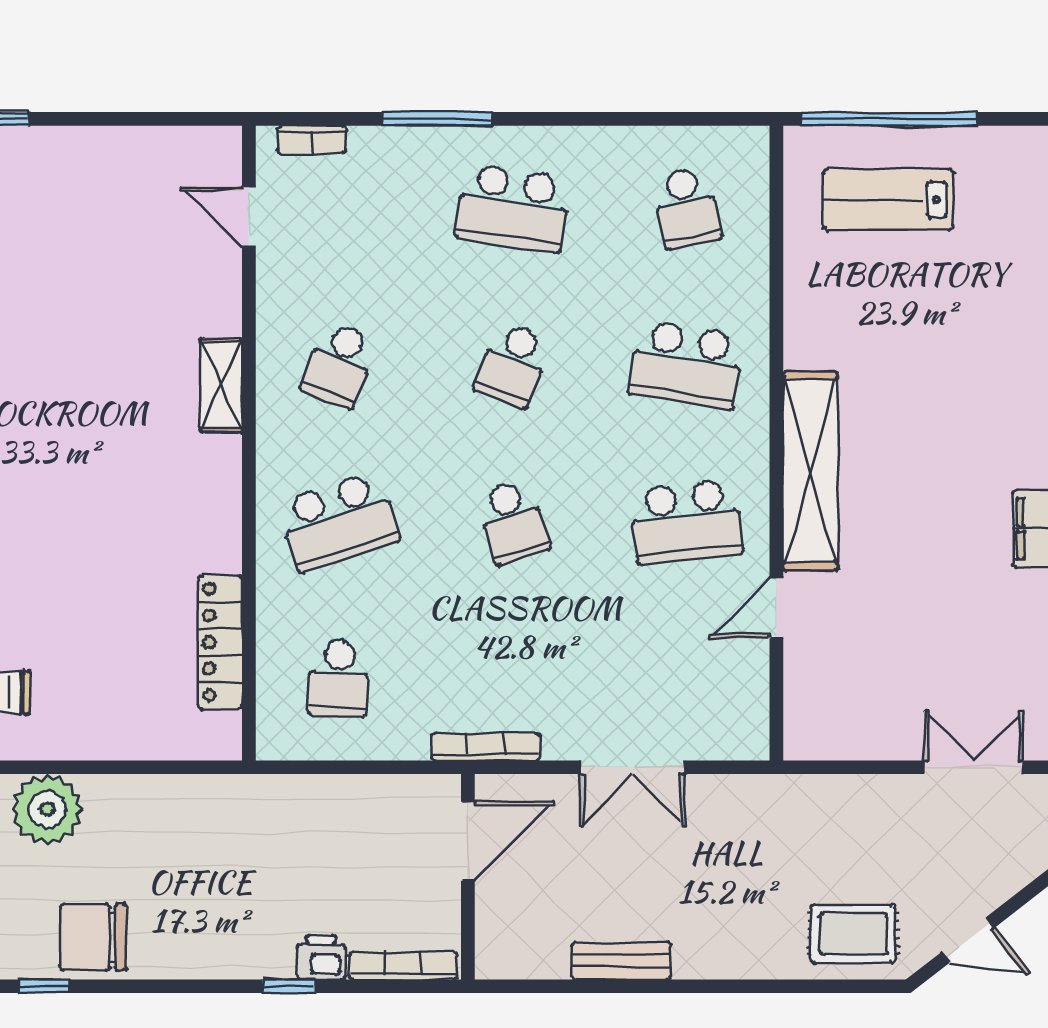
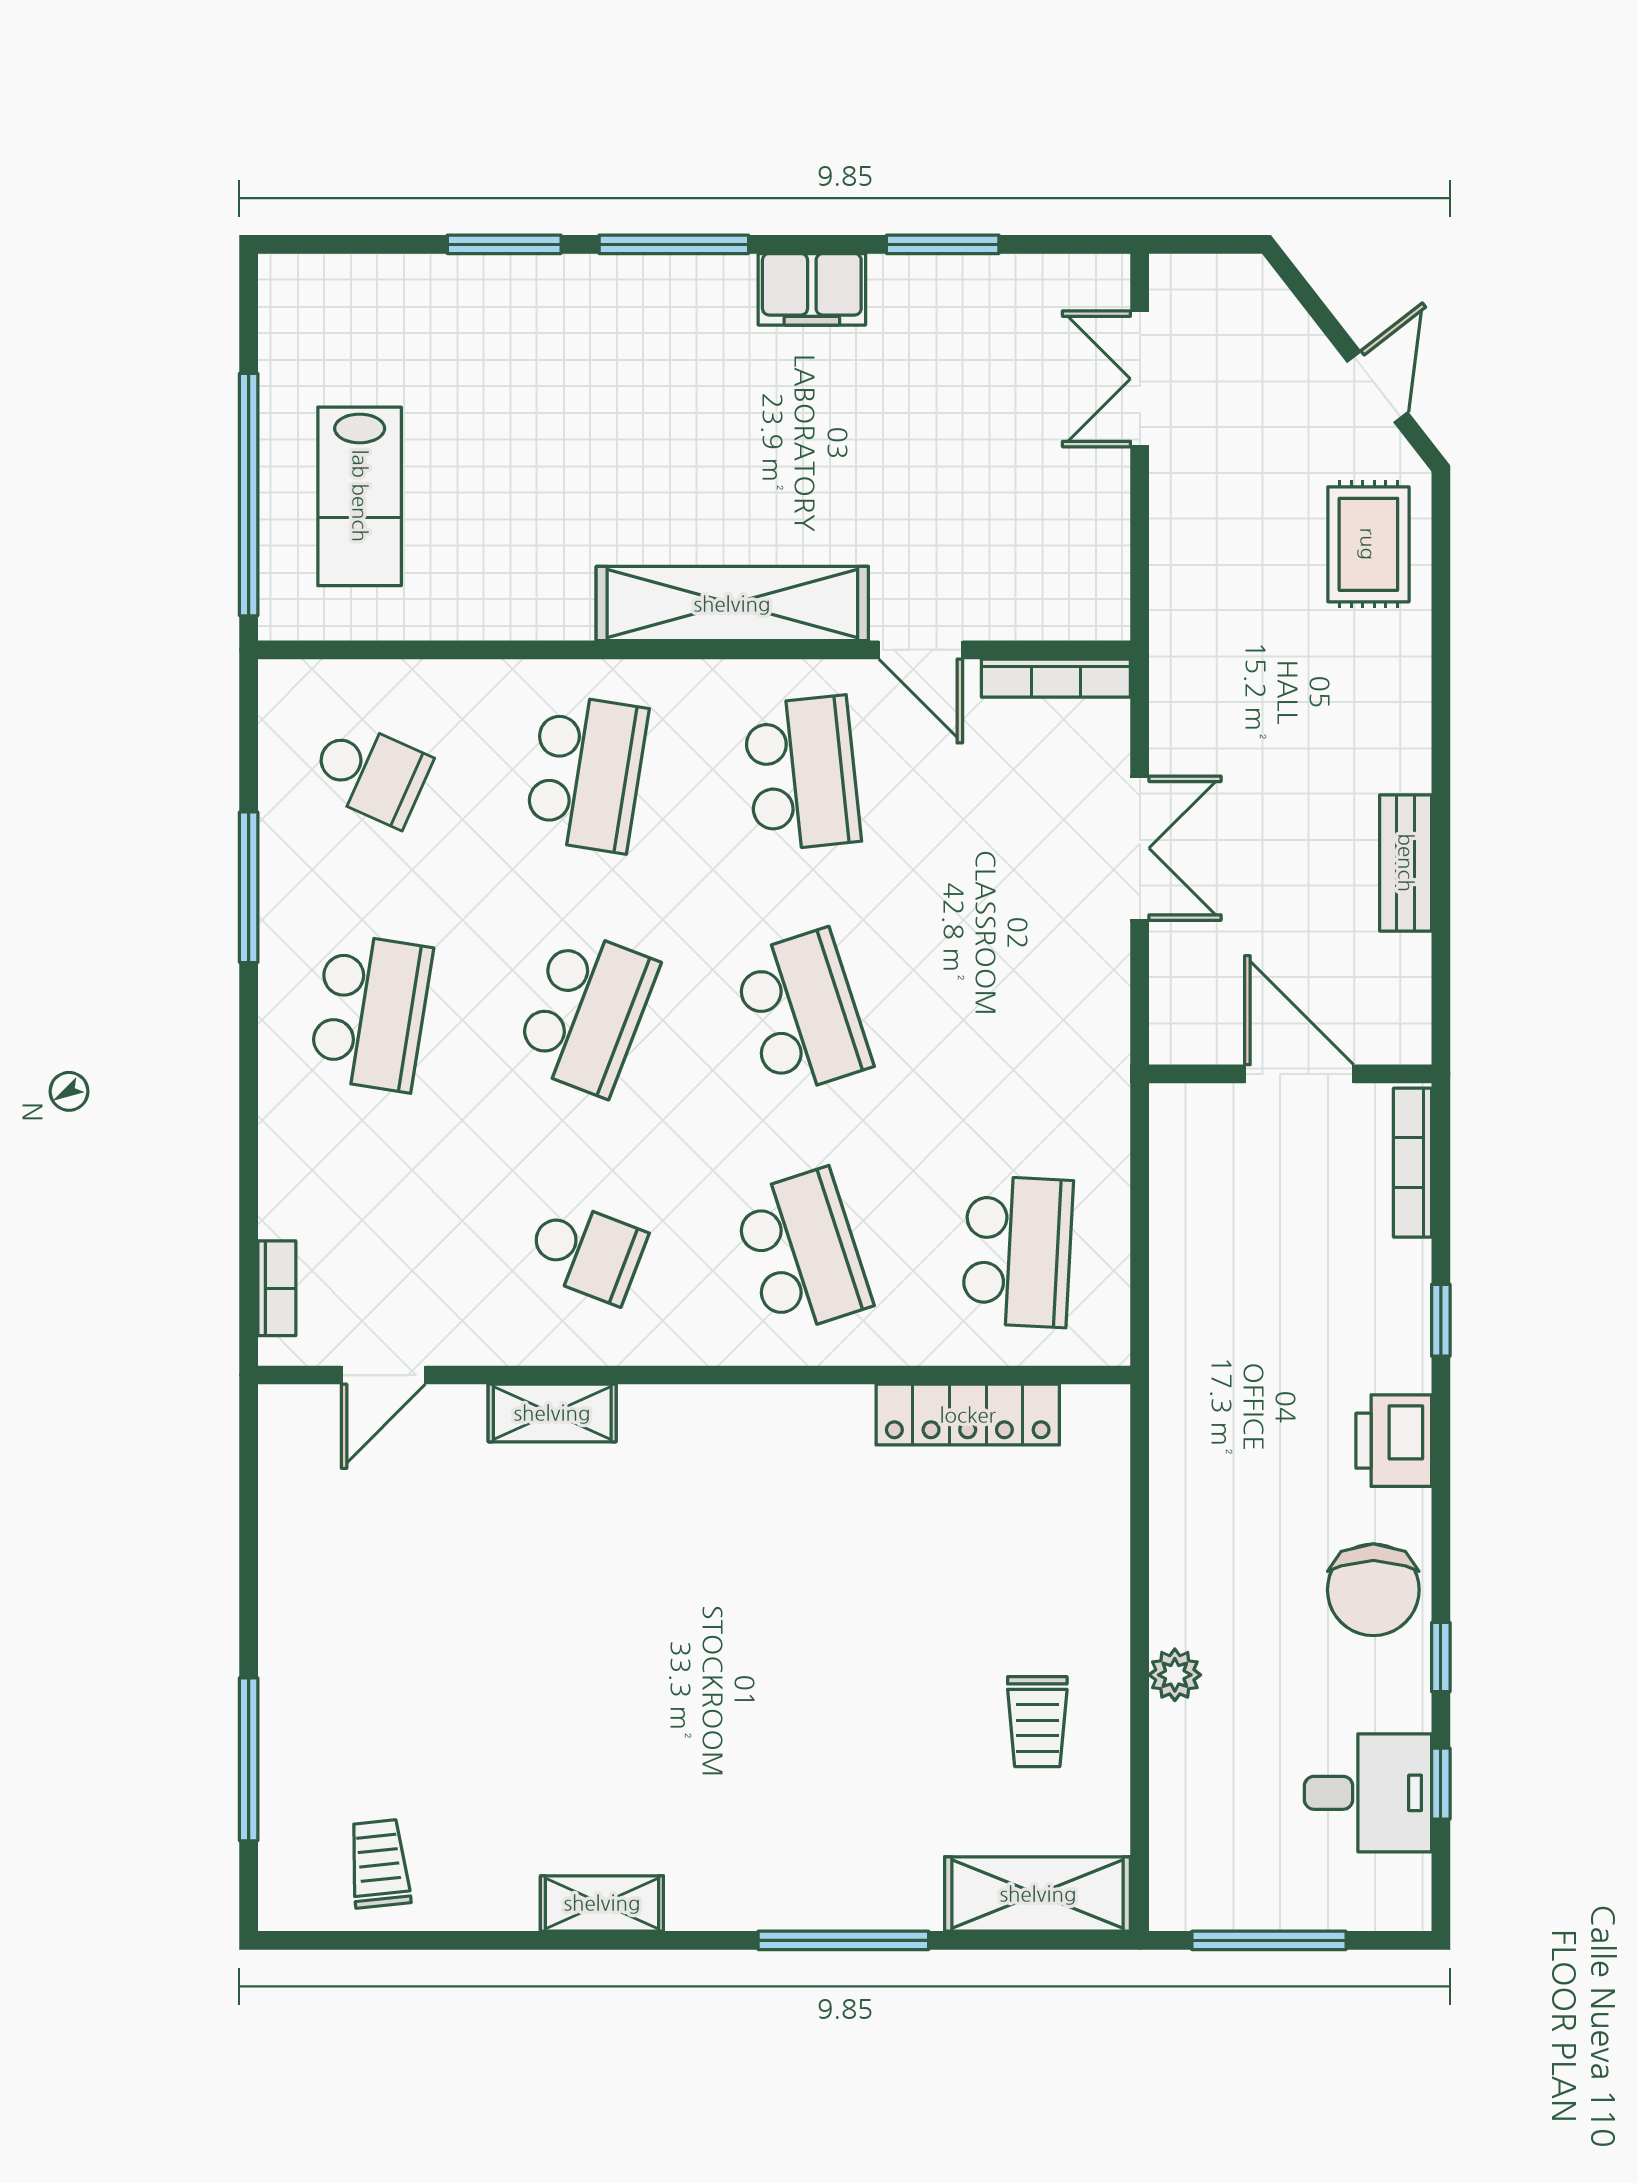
window: (438, 119) -> (249, 887), moved
school desk: (687, 208) -> (371, 773), turned 36
school desk: (513, 365) -> (586, 1012), width x1.85
shelving: (221, 385) -> (552, 1413), moved
school desk: (513, 522) -> (802, 1012), width x1.85
school desk: (339, 678) -> (1018, 1252), width x1.85
bookcase: (485, 747) -> (1056, 678), moved, turned -90
plant: (47, 809) -> (1175, 1675), width x0.53, depth x0.53
door: (468, 841) -> (1299, 1074), moved
printer: (321, 957) -> (1394, 1441), moved, width x1.36, depth x1.24

